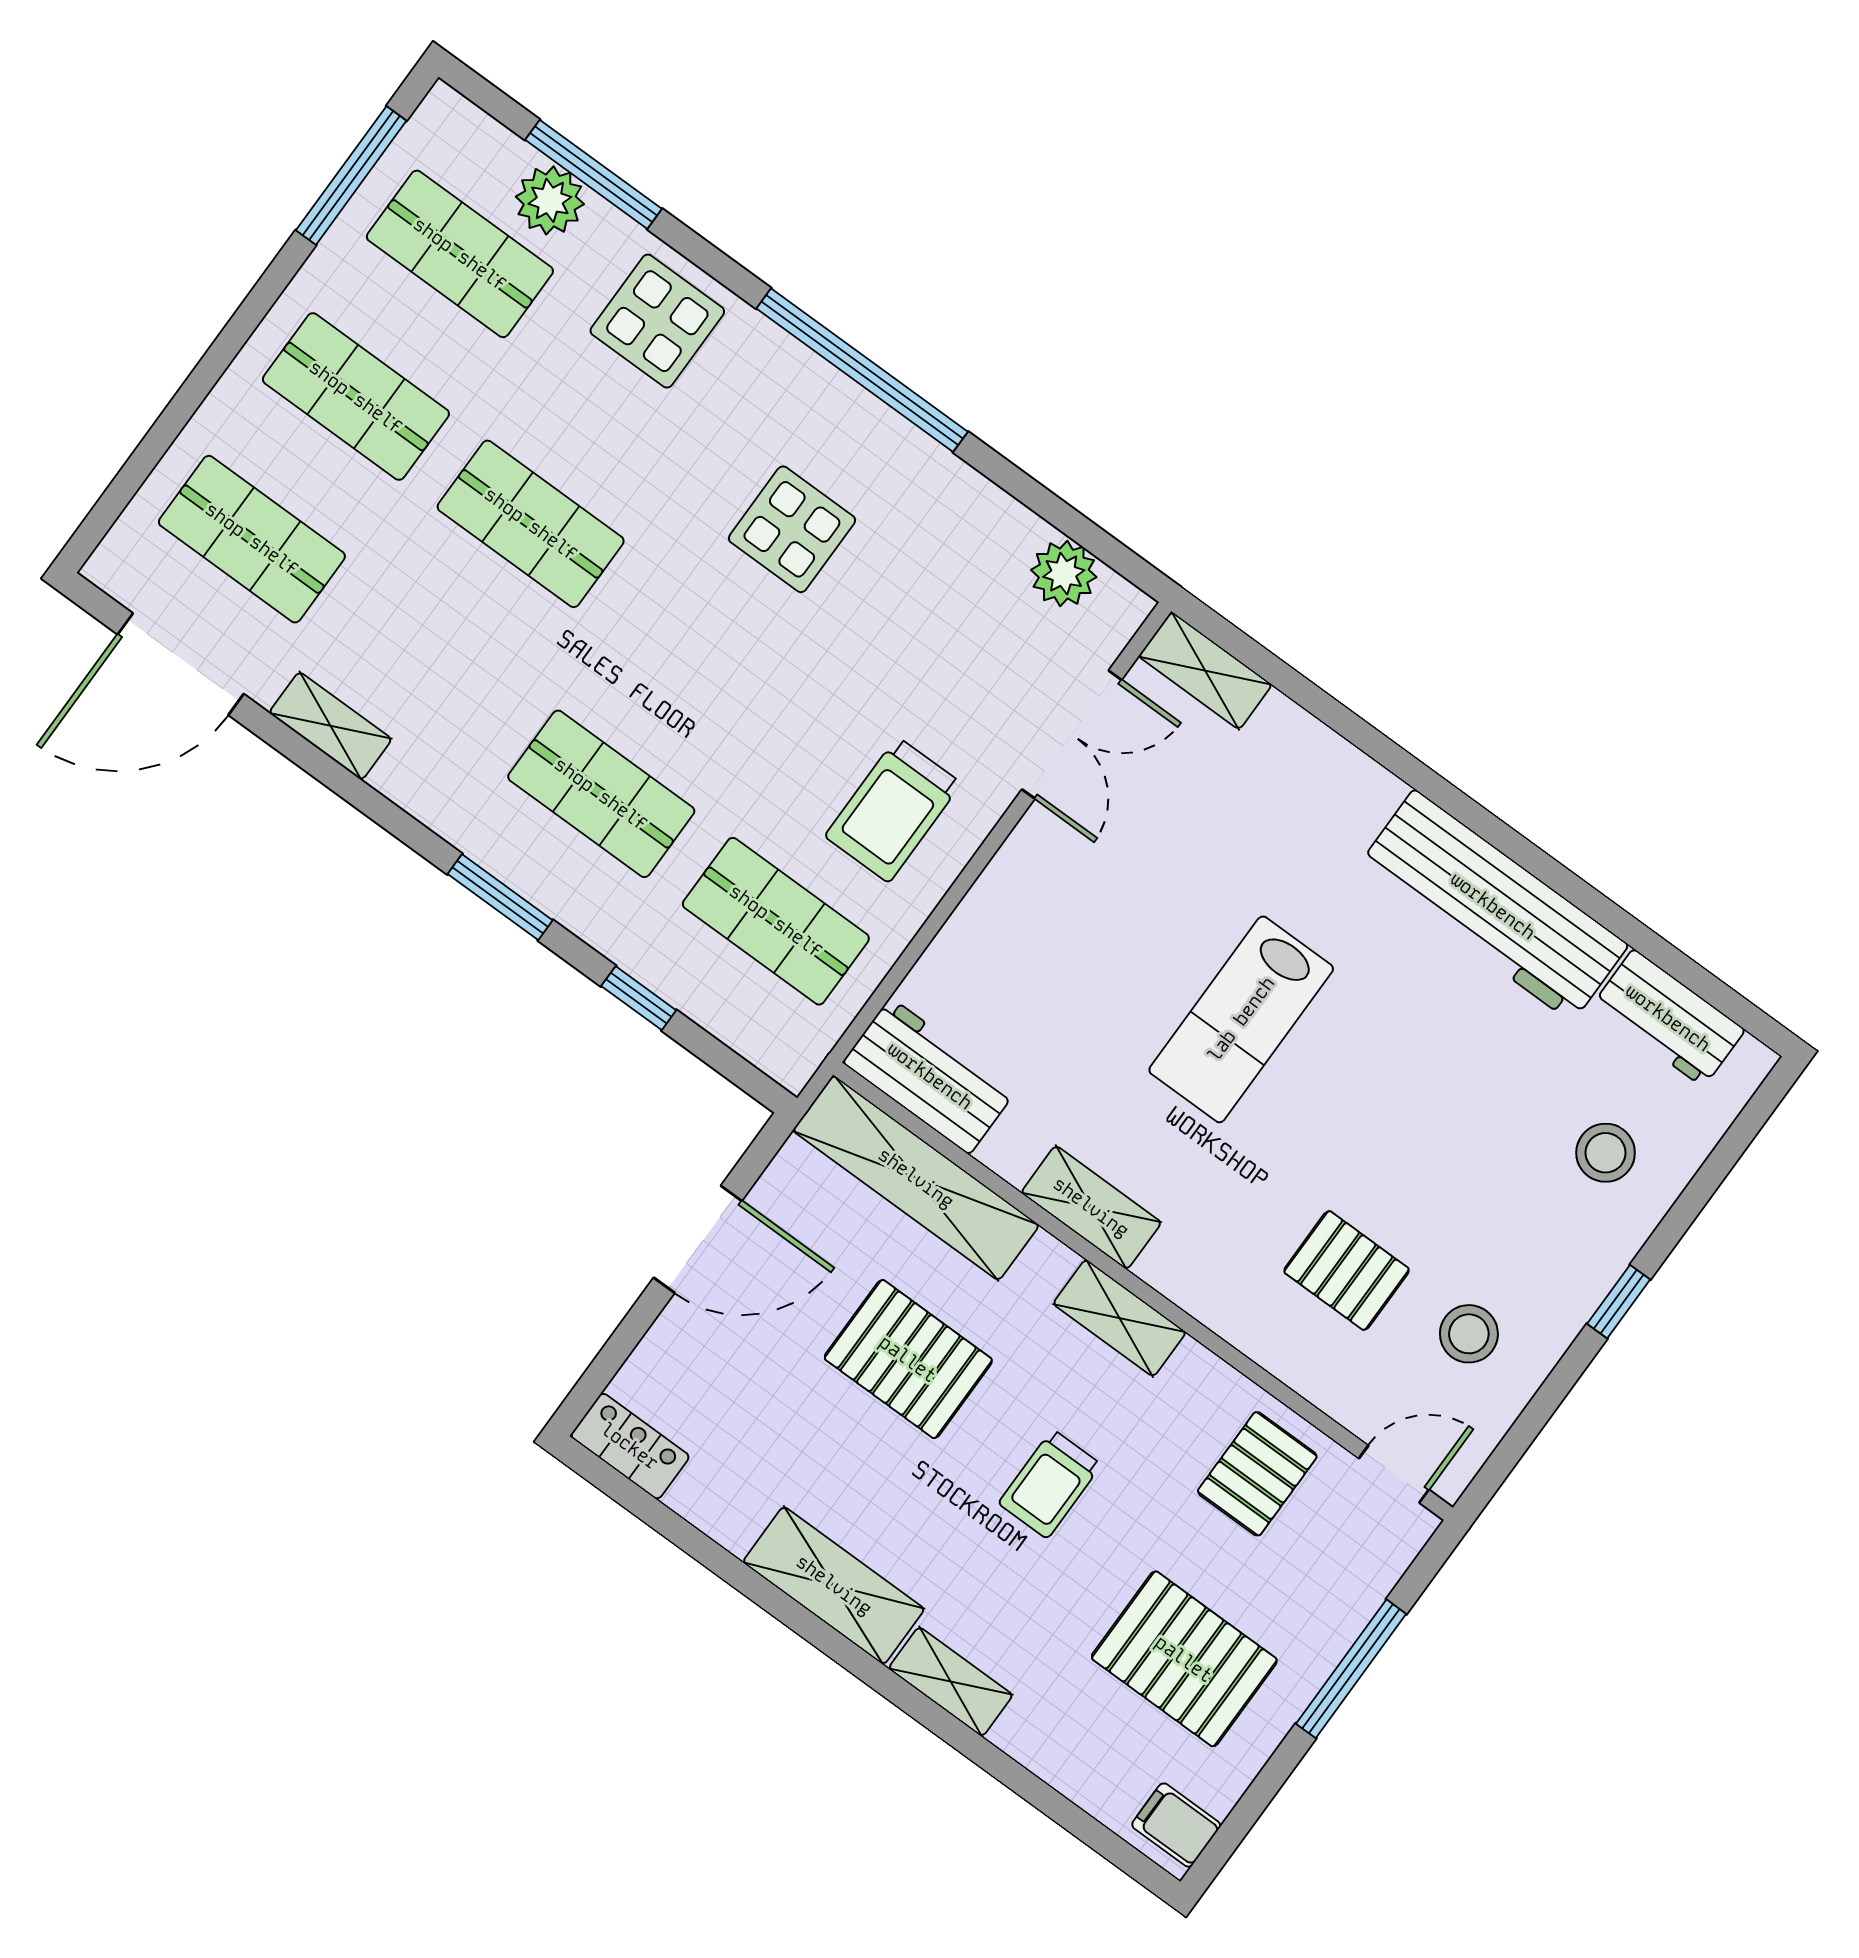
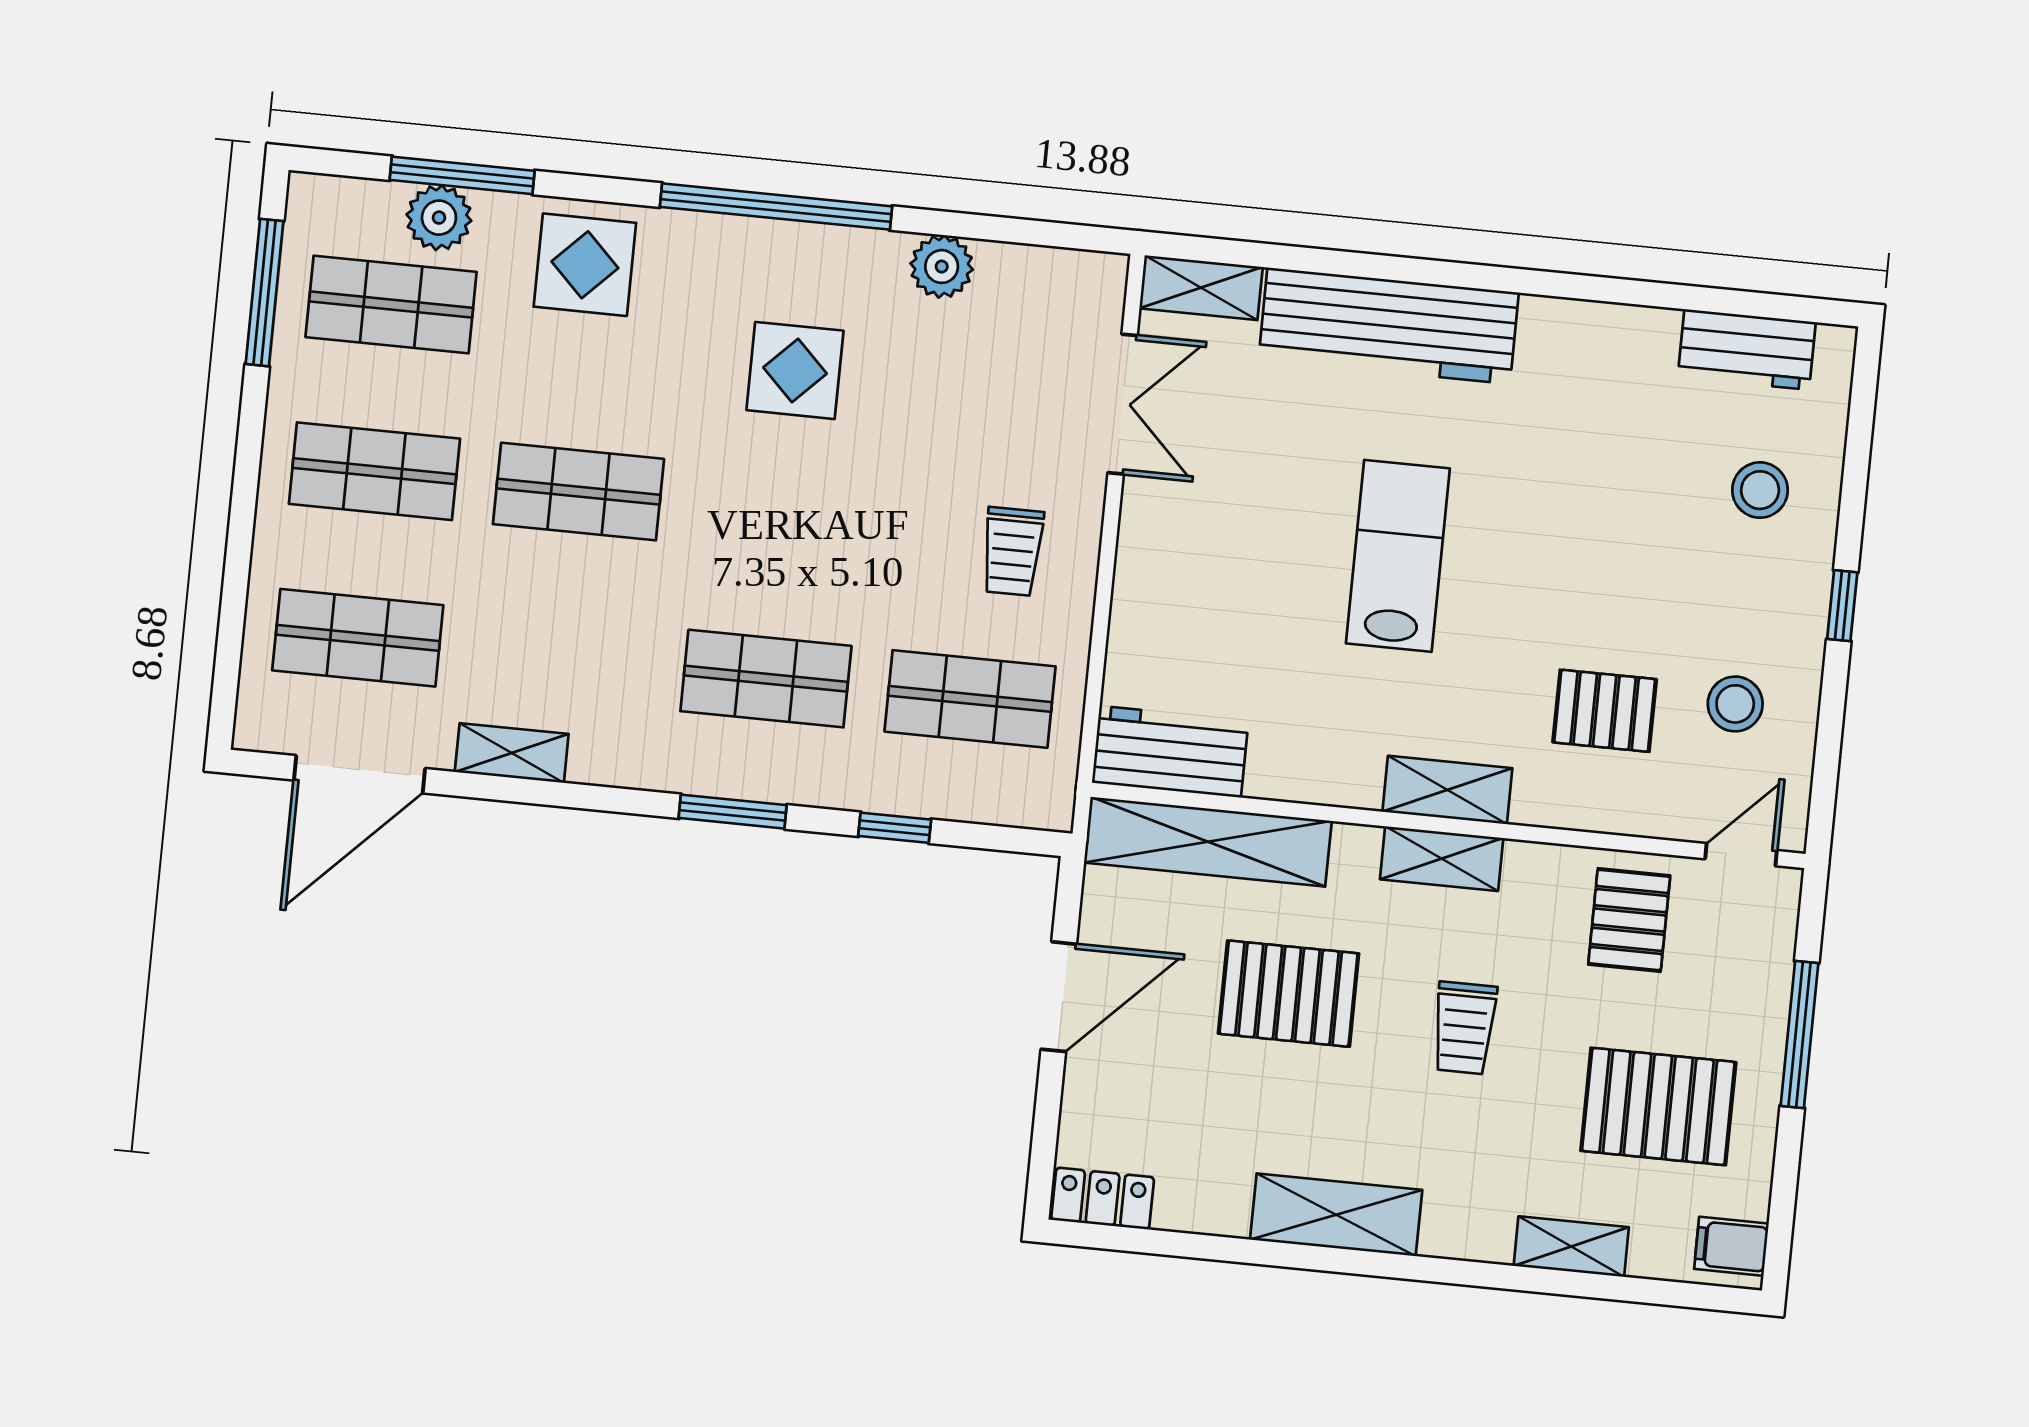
plant: (1064, 573) -> (942, 267), moved
trolley: (893, 810) -> (1012, 551), width x0.73, depth x0.72
workbench: (1493, 906) -> (1389, 326), moved
lab bench: (1241, 1019) -> (1398, 556), turned 180
shelving: (1091, 1207) -> (1447, 790), moved
shelving: (951, 1682) -> (1571, 1247), moved

